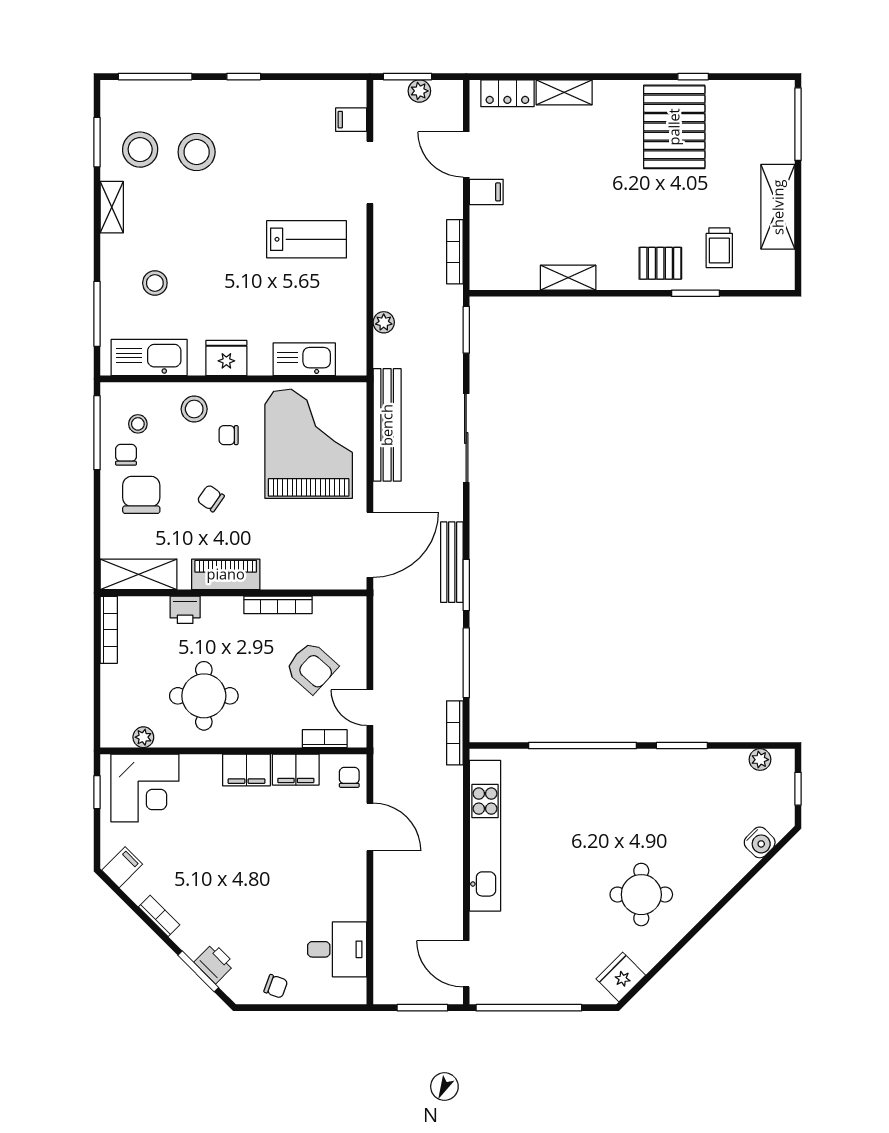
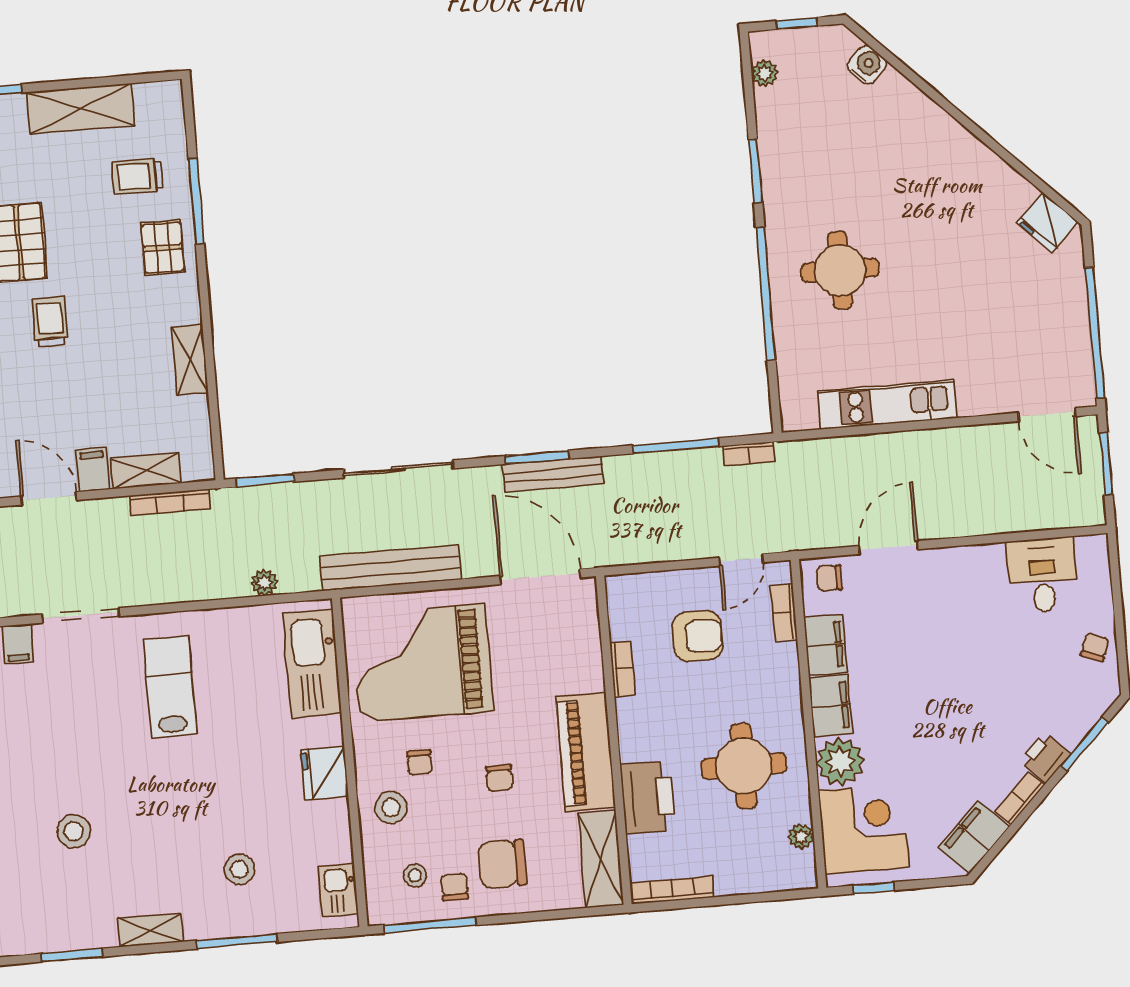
stool: (140, 150) -> (76, 901), removed
stool: (197, 152) -> (74, 831), width x0.73, depth x0.73
door: (466, 154) -> (49, 498), swing flipped
trolley: (608, 167) -> (50, 322), added
shelving: (482, 234) -> (146, 471), added
trolley: (719, 248) -> (138, 176), turned 180
window: (695, 293) -> (196, 201), width x1.44
window: (97, 314) -> (237, 941), moved
kitchen sink: (149, 357) -> (338, 890), width x0.53, depth x0.81
kitchen sink: (304, 359) -> (312, 663), width x1.36, depth x1.24
chair: (126, 455) -> (454, 887), turned 90
chair: (211, 498) -> (499, 778), turned -35
piano: (226, 574) -> (586, 752), width x1.37, depth x1.33
window: (466, 585) -> (537, 457), moved
bookcase: (278, 605) -> (623, 669), width x0.64
printer: (185, 610) -> (648, 797), width x1.87, depth x1.48
armchair: (311, 668) -> (698, 636), turned 49
bookcase: (455, 733) -> (749, 454), width x0.64
plant: (201, 774) -> (840, 762), added
kitchen unit: (485, 836) -> (887, 405), width x0.73
filing cabinet: (122, 867) -> (974, 837), width x2.00
round table: (641, 895) -> (840, 270), moved
printer: (215, 963) -> (1045, 757), moved
door: (466, 964) -> (1047, 415), hinge flipped

